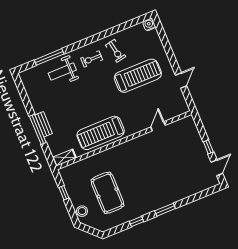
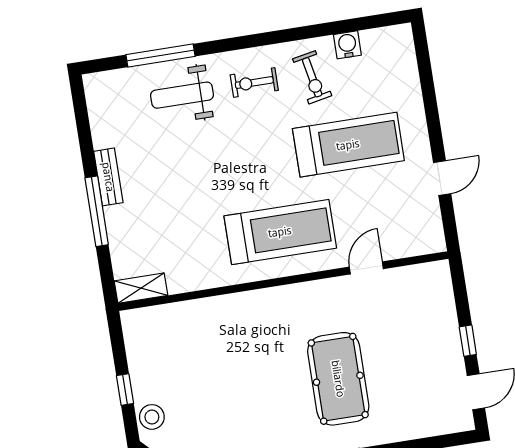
water cooler: (149, 25) -> (347, 45), moved
bench: (44, 124) -> (108, 177), moved
treadmill: (101, 133) -> (280, 232), moved, turned 180
window: (64, 193) -> (125, 390), moved
pool table: (107, 193) -> (338, 379), moved

